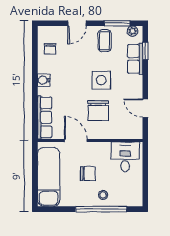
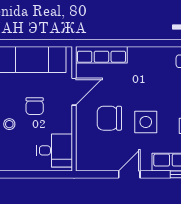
water cooler: (44, 80) -> (146, 54), removed
door: (145, 108) -> (129, 174), moved

